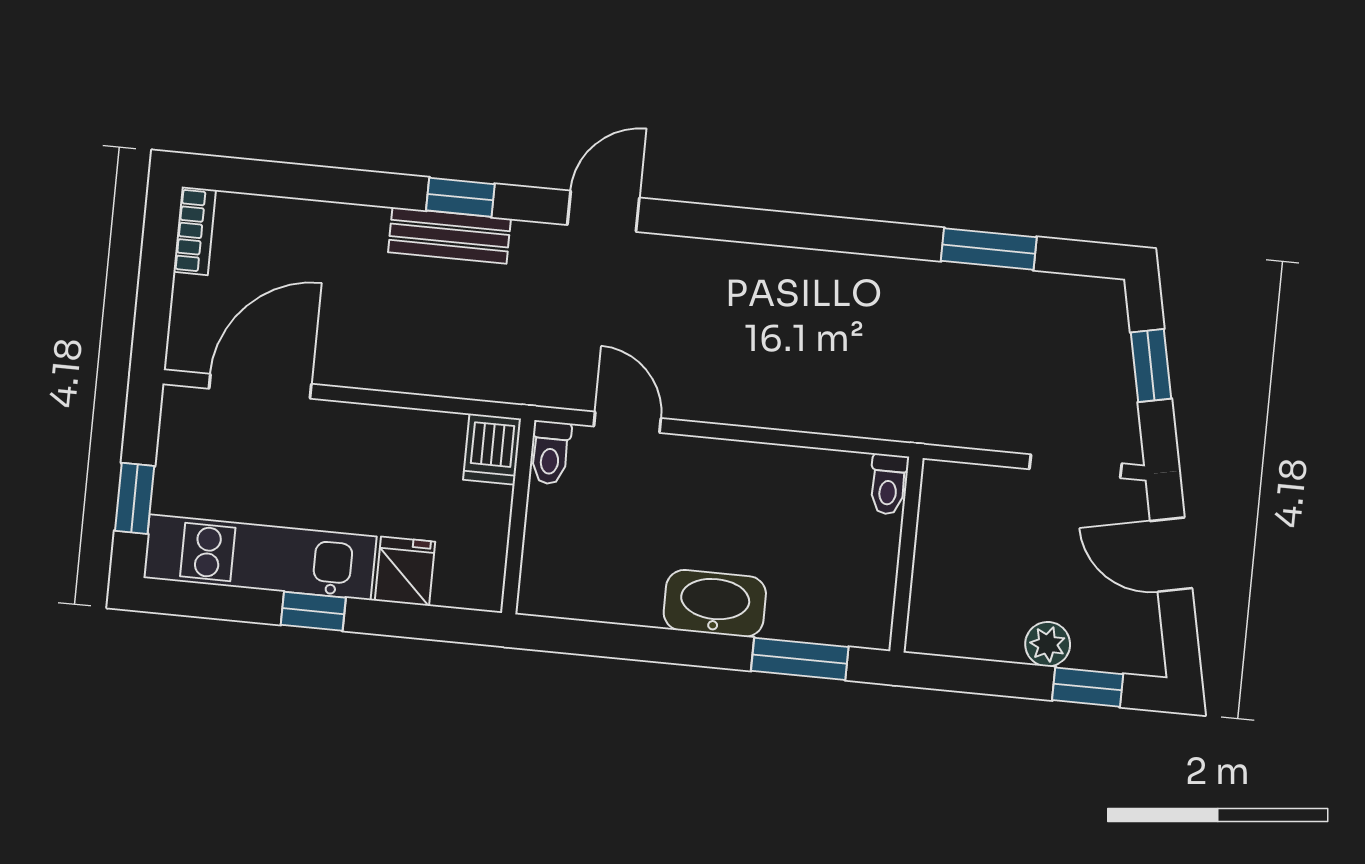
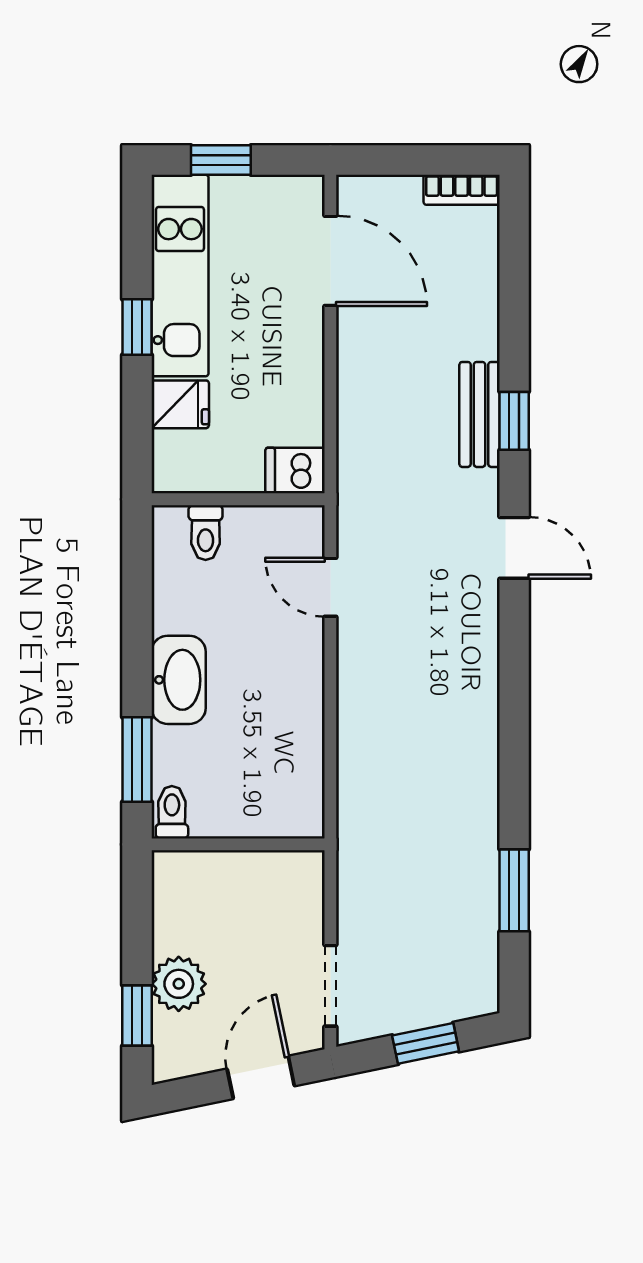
door: (627, 422) -> (330, 587), swing flipped
toilet: (550, 453) -> (206, 533), moved, turned -90
toilet: (888, 484) -> (172, 812), moved, turned 90
plant: (1048, 644) -> (179, 984), width x1.38, depth x1.38

